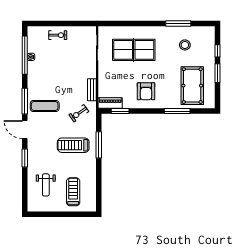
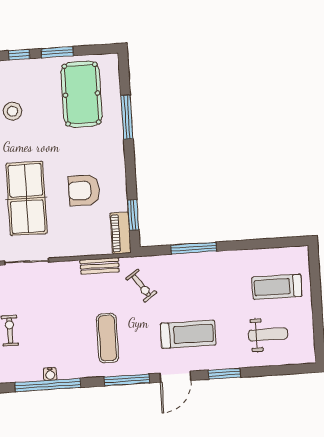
pool table: (192, 86) -> (81, 94), turned 90
armchair: (146, 91) -> (84, 190), moved, turned 180
exercise mat: (45, 106) -> (107, 338), moved
treadmill: (73, 145) -> (188, 334), moved, turned -90

